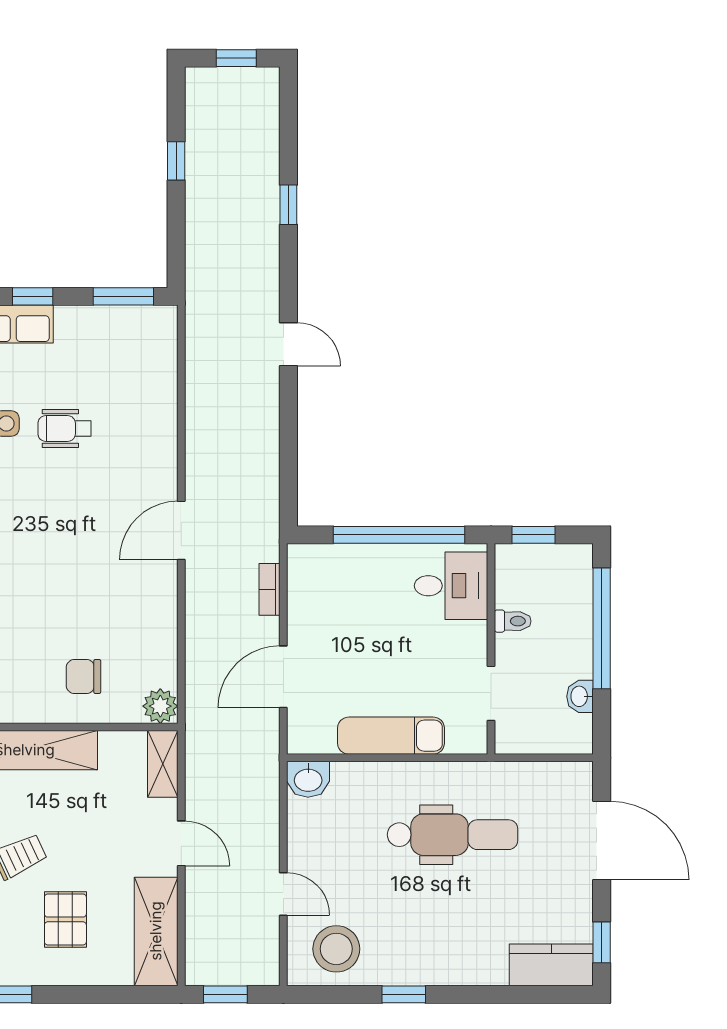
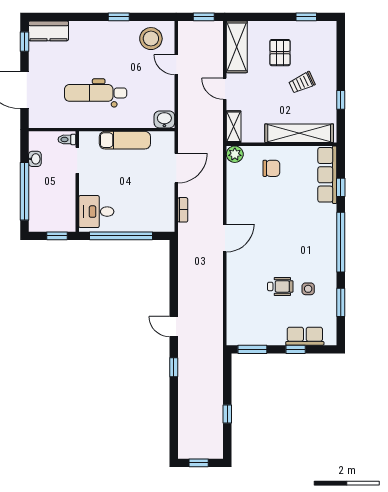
window: (288, 205) -> (174, 367), moved
toilet: (513, 621) -> (67, 139), moved

